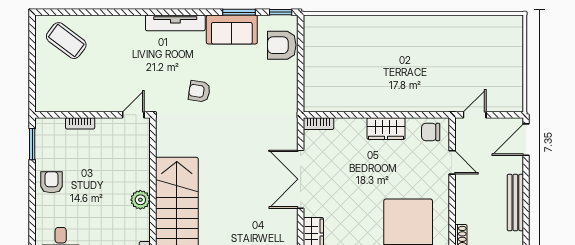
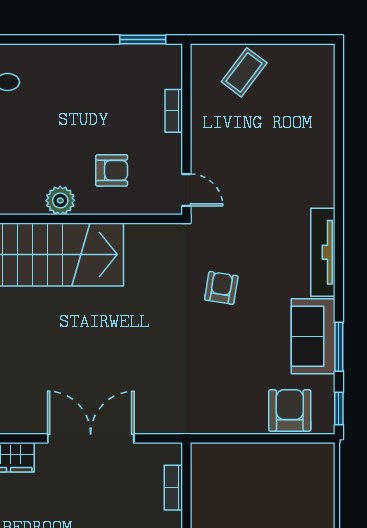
coffee table: (66, 41) -> (244, 72), moved, width x0.73, depth x0.77
bookcase: (319, 124) -> (173, 488), moved
armchair: (52, 182) -> (112, 170), moved

